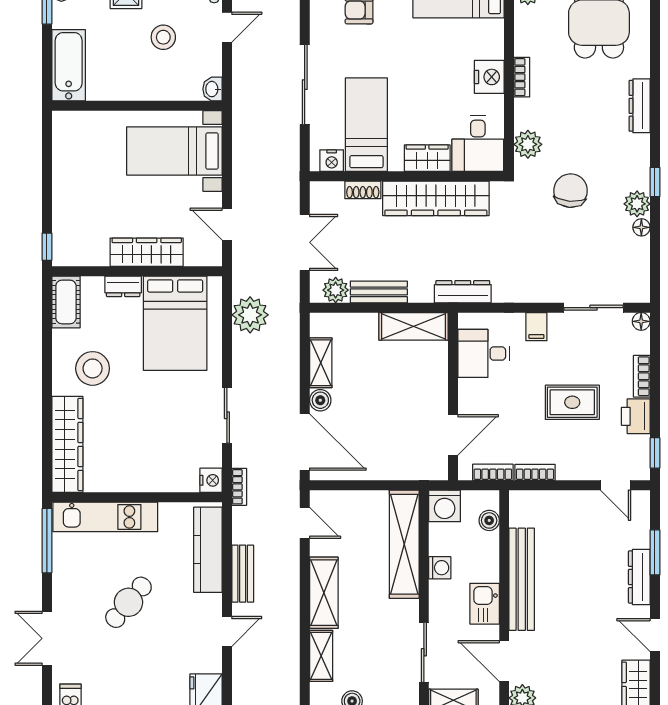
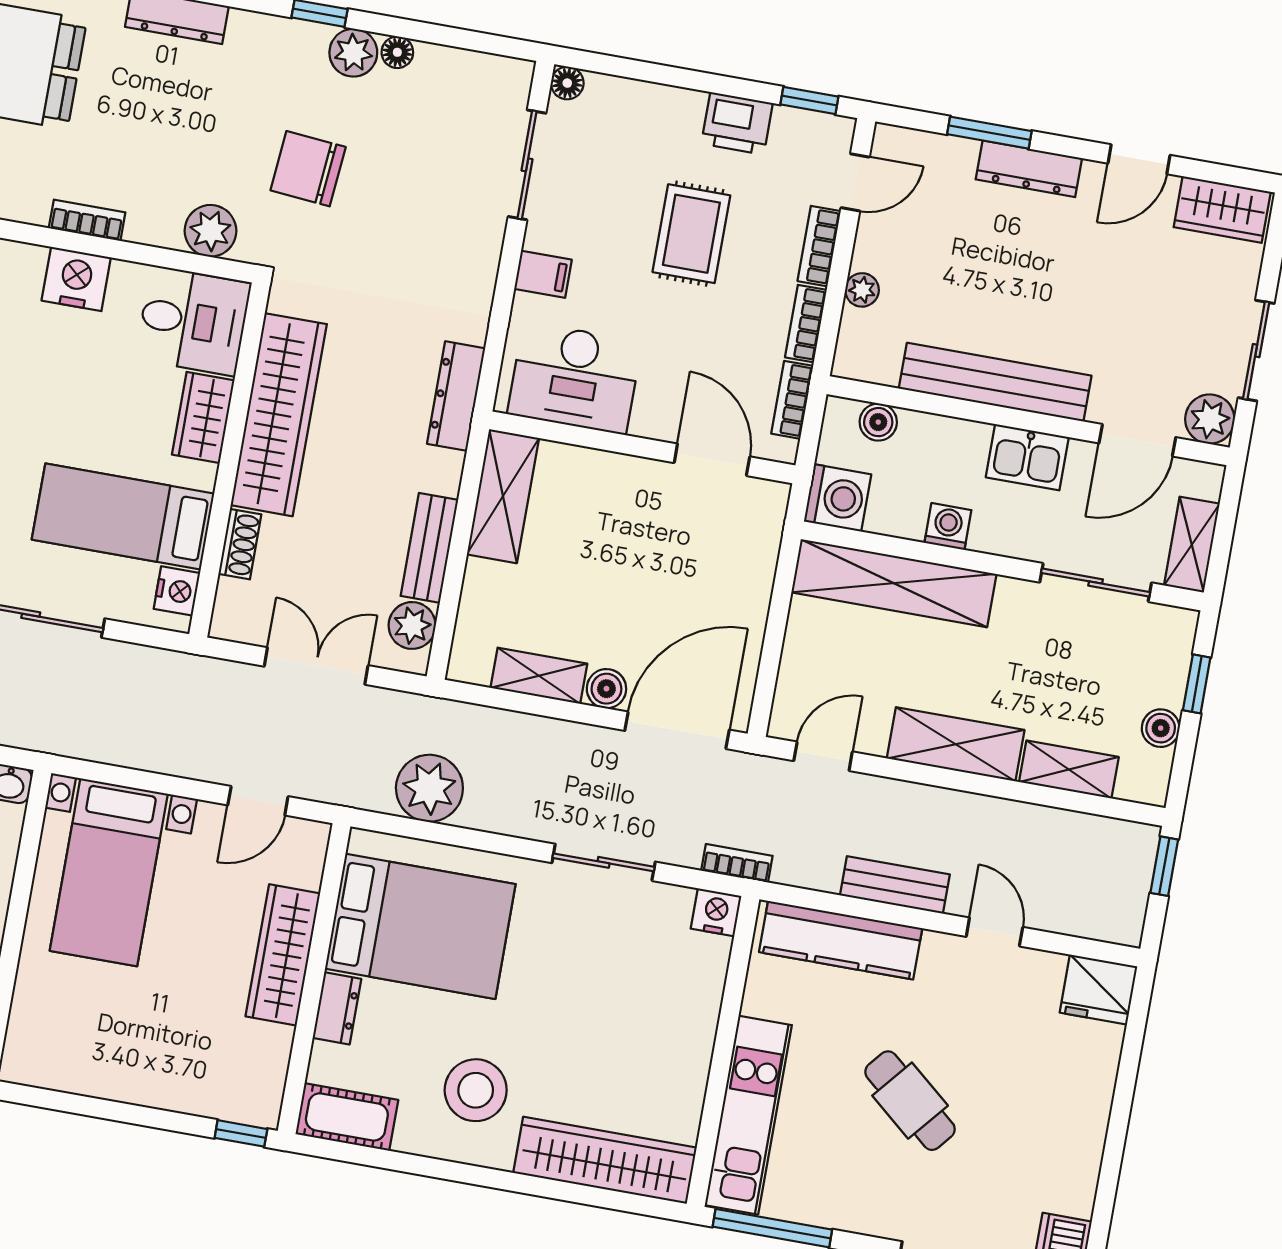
desk: (484, 353) -> (575, 378), width x1.37
bookcase: (642, 376) -> (819, 246), moved, turned 90
plant: (558, 499) -> (862, 290), added

